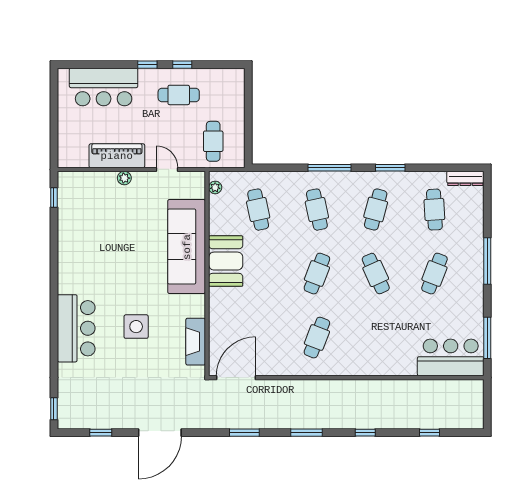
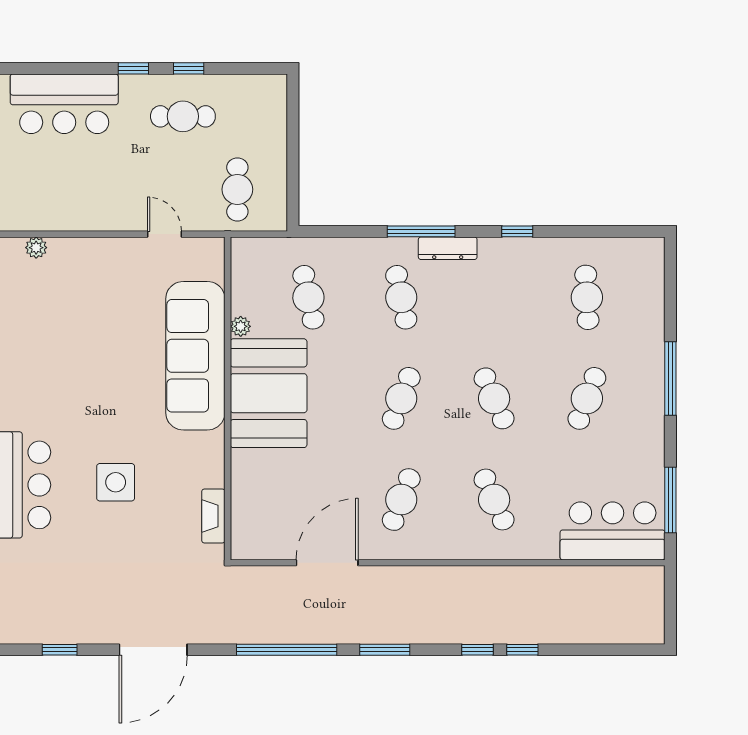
piano: (117, 156) -> (85, 212), removed
window: (390, 168) -> (517, 231), width x0.67
plant: (124, 178) -> (36, 248), moved
dresser: (465, 178) -> (448, 248), moved
plant: (215, 187) -> (241, 326), moved
cafe table: (376, 210) -> (494, 500), moved, turned -39
booth: (226, 261) -> (269, 393), width x1.36, depth x1.42
fireplace: (196, 342) -> (213, 516), width x0.73, depth x0.76
door: (236, 378) -> (327, 563), moved
window: (244, 433) -> (287, 650), width x2.11
window: (429, 433) -> (522, 650), moved

